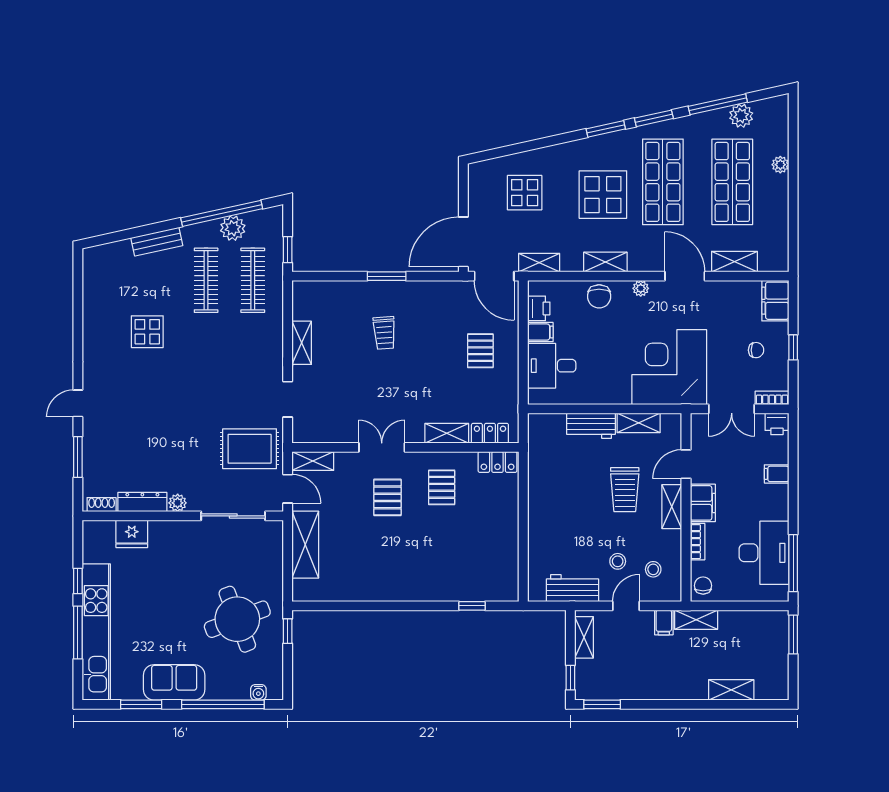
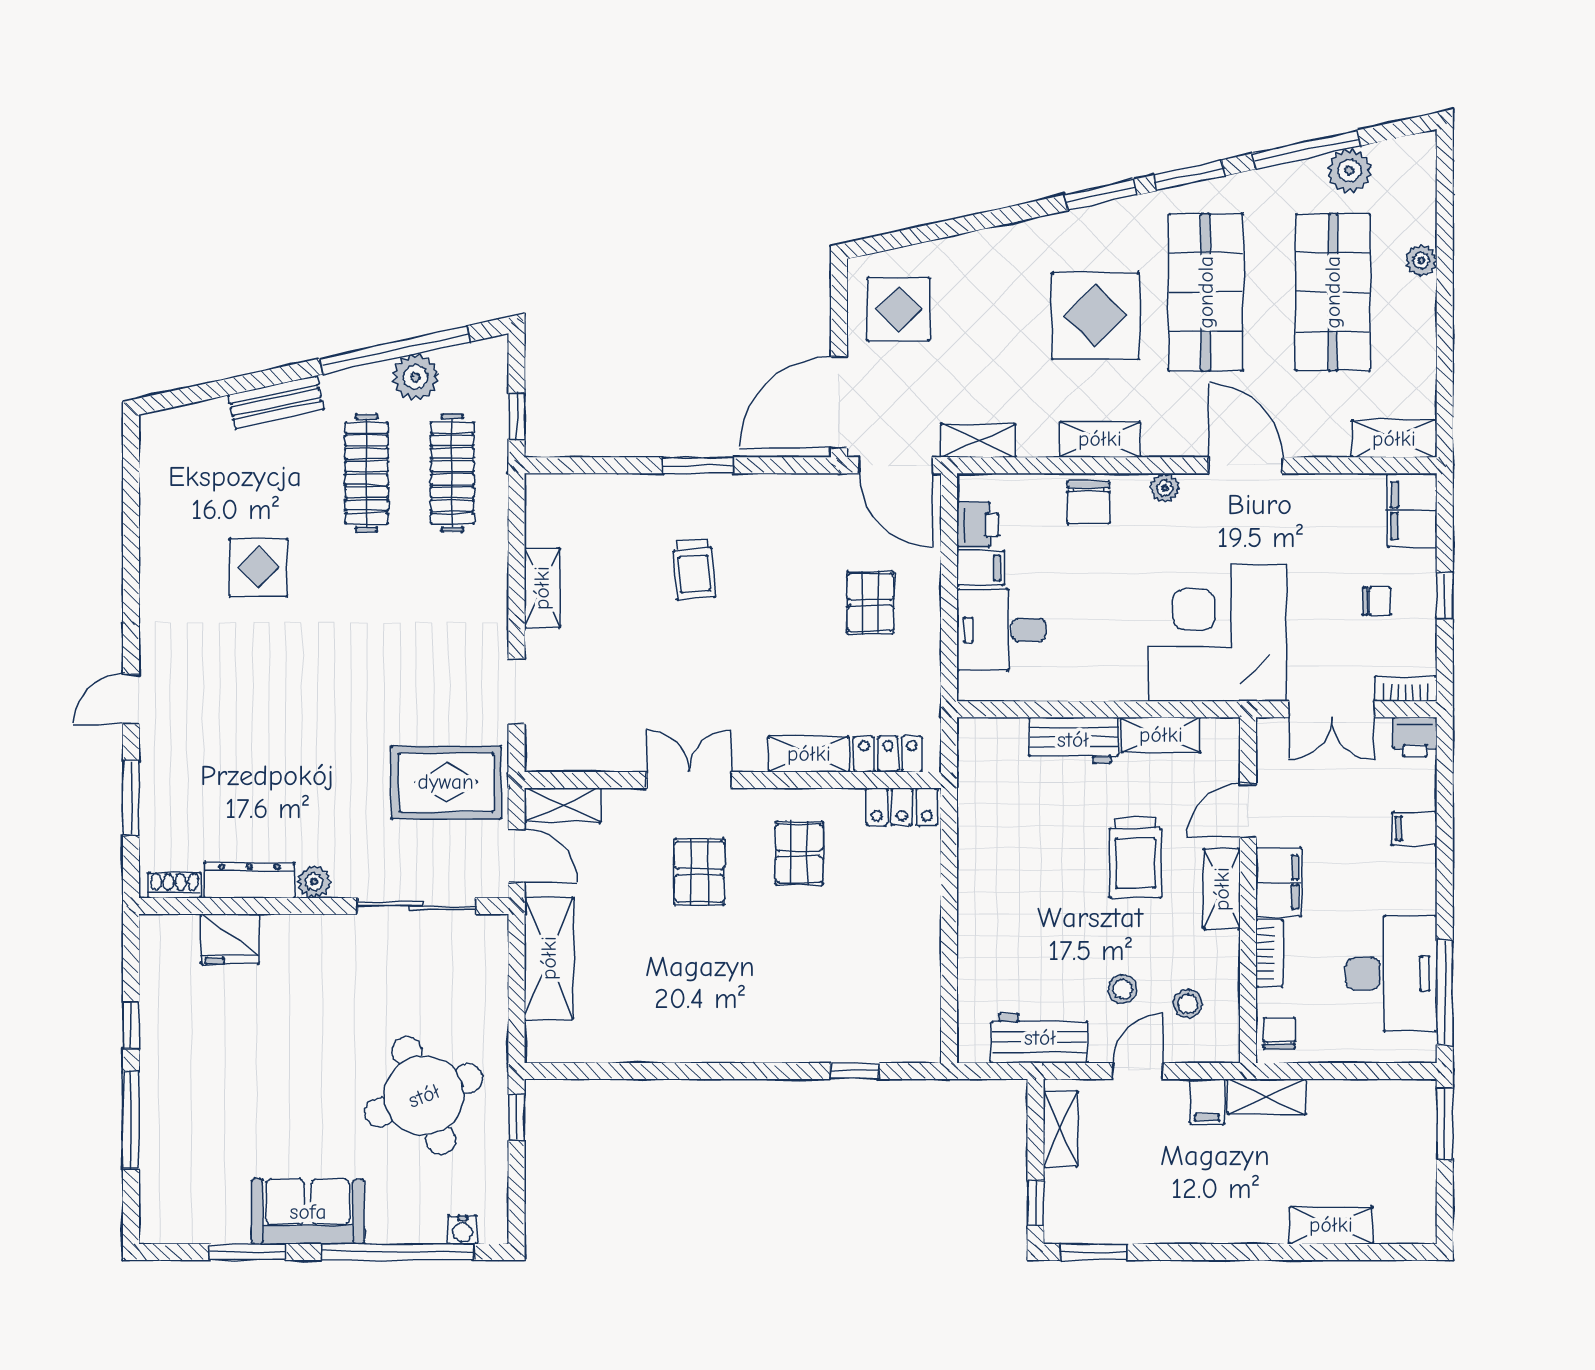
display table: (525, 193) -> (898, 309), moved
shelving: (734, 262) -> (1394, 439), moved
kitchen unit: (96, 632) -> (165, 1119), removed

